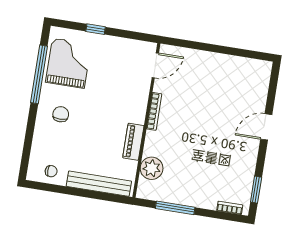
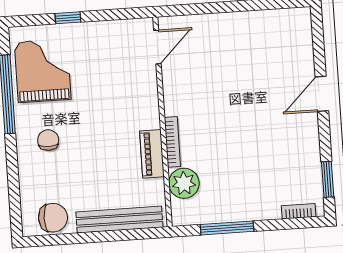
bookcase: (154, 111) -> (172, 142), moved
chair: (51, 171) -> (53, 218), width x1.87, depth x1.87

